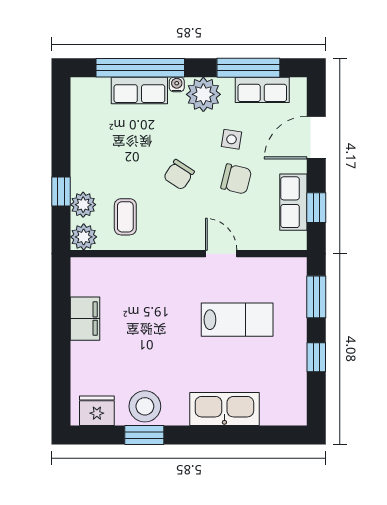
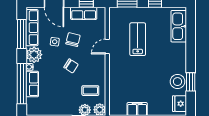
row of seats: (262, 90) -> (32, 28), width x1.48
kitchen sink: (224, 409) -> (179, 26), moved

